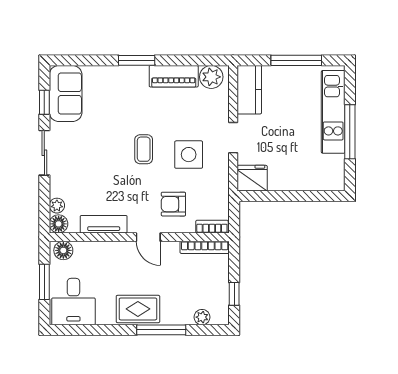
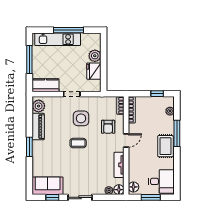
fridge: (252, 178) -> (94, 71), moved
plant: (303, 180) -> (95, 56), added

